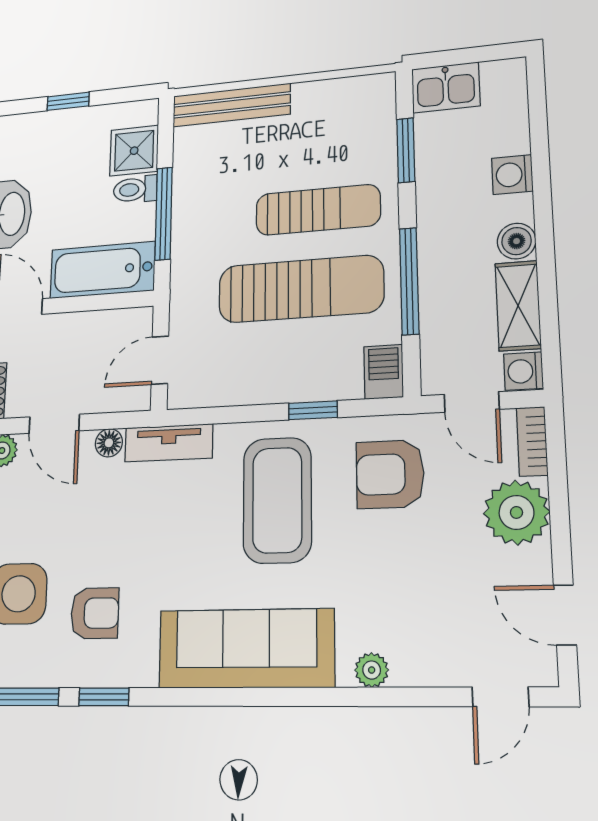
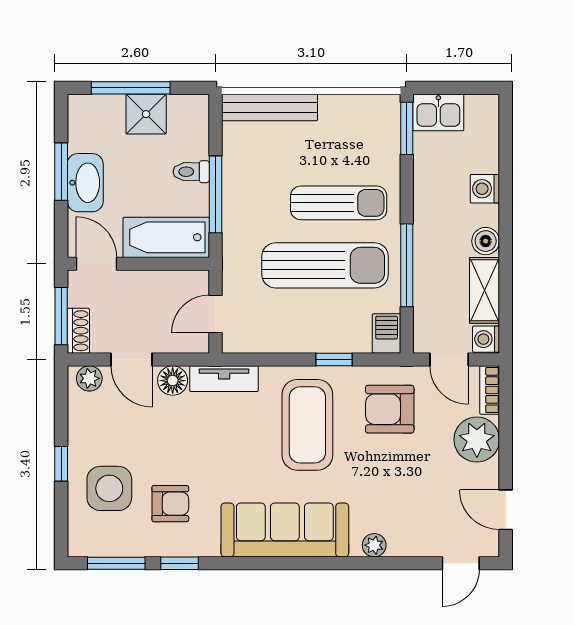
window: (68, 101) -> (131, 88), width x2.17
window: (406, 150) -> (407, 128), moved
shower: (134, 151) -> (146, 114), moved
floor lamp: (109, 443) -> (173, 381), width x1.37, depth x1.37

